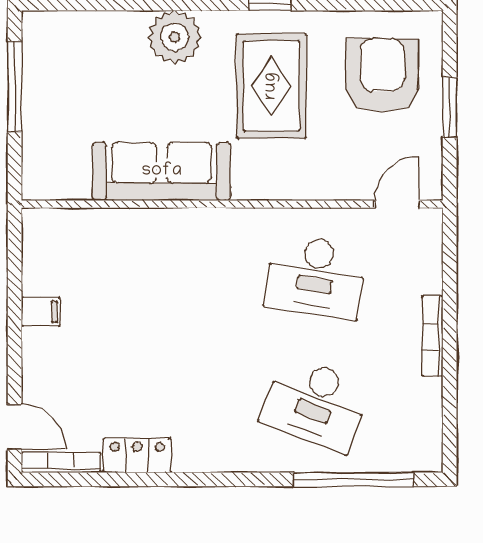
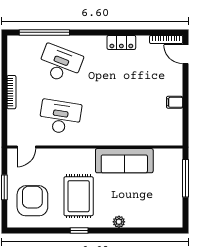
plant: (175, 37) -> (119, 222), width x0.53, depth x0.53
armchair: (382, 75) -> (32, 201), turned 180
window: (15, 87) -> (185, 178), moved
locker: (137, 455) -> (121, 42), moved

